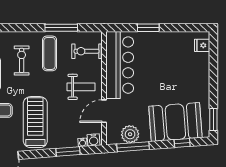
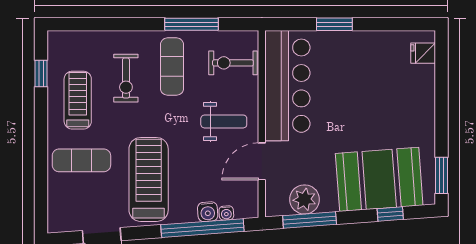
exercise bike: (22, 60) -> (126, 78), turned 180
water cooler: (94, 140) -> (208, 212), moved
window: (68, 152) -> (202, 228), width x2.11

